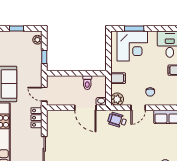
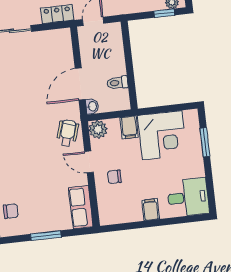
corner desk: (132, 46) -> (162, 135), moved, turned -90
window: (44, 57) -> (164, 13), moved

